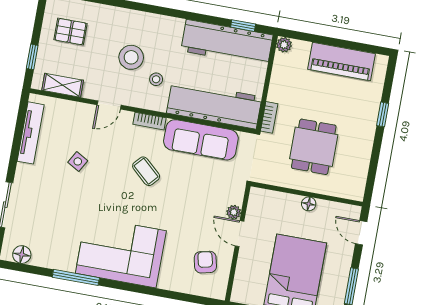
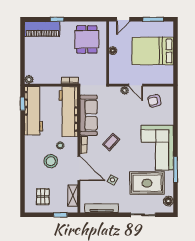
piano: (342, 61) -> (42, 29), moved, turned 90
door: (109, 105) -> (79, 168), width x1.88
dining table: (314, 147) -> (87, 39), moved, turned 90
rug: (61, 222) -> (147, 183), added
door: (240, 234) -> (136, 85), hinge flipped

